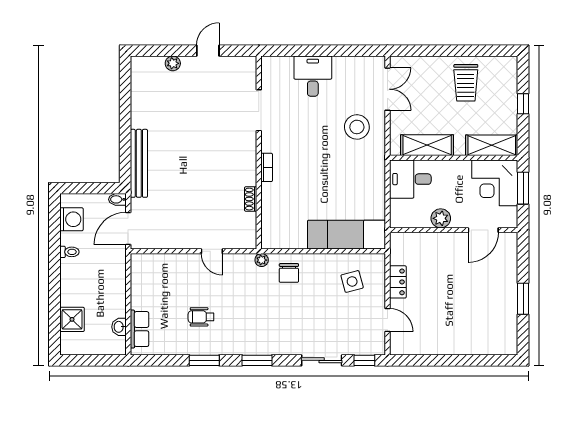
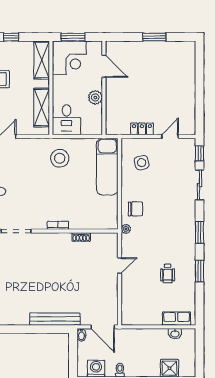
stool: (357, 127) -> (60, 158), moved

